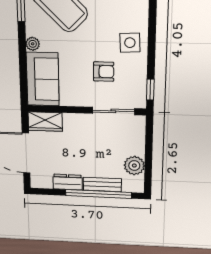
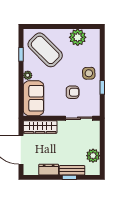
window: (150, 90) -> (102, 87), moved
wardrobe: (45, 122) -> (40, 127), width x1.50
window: (98, 194) -> (69, 177), width x0.32

